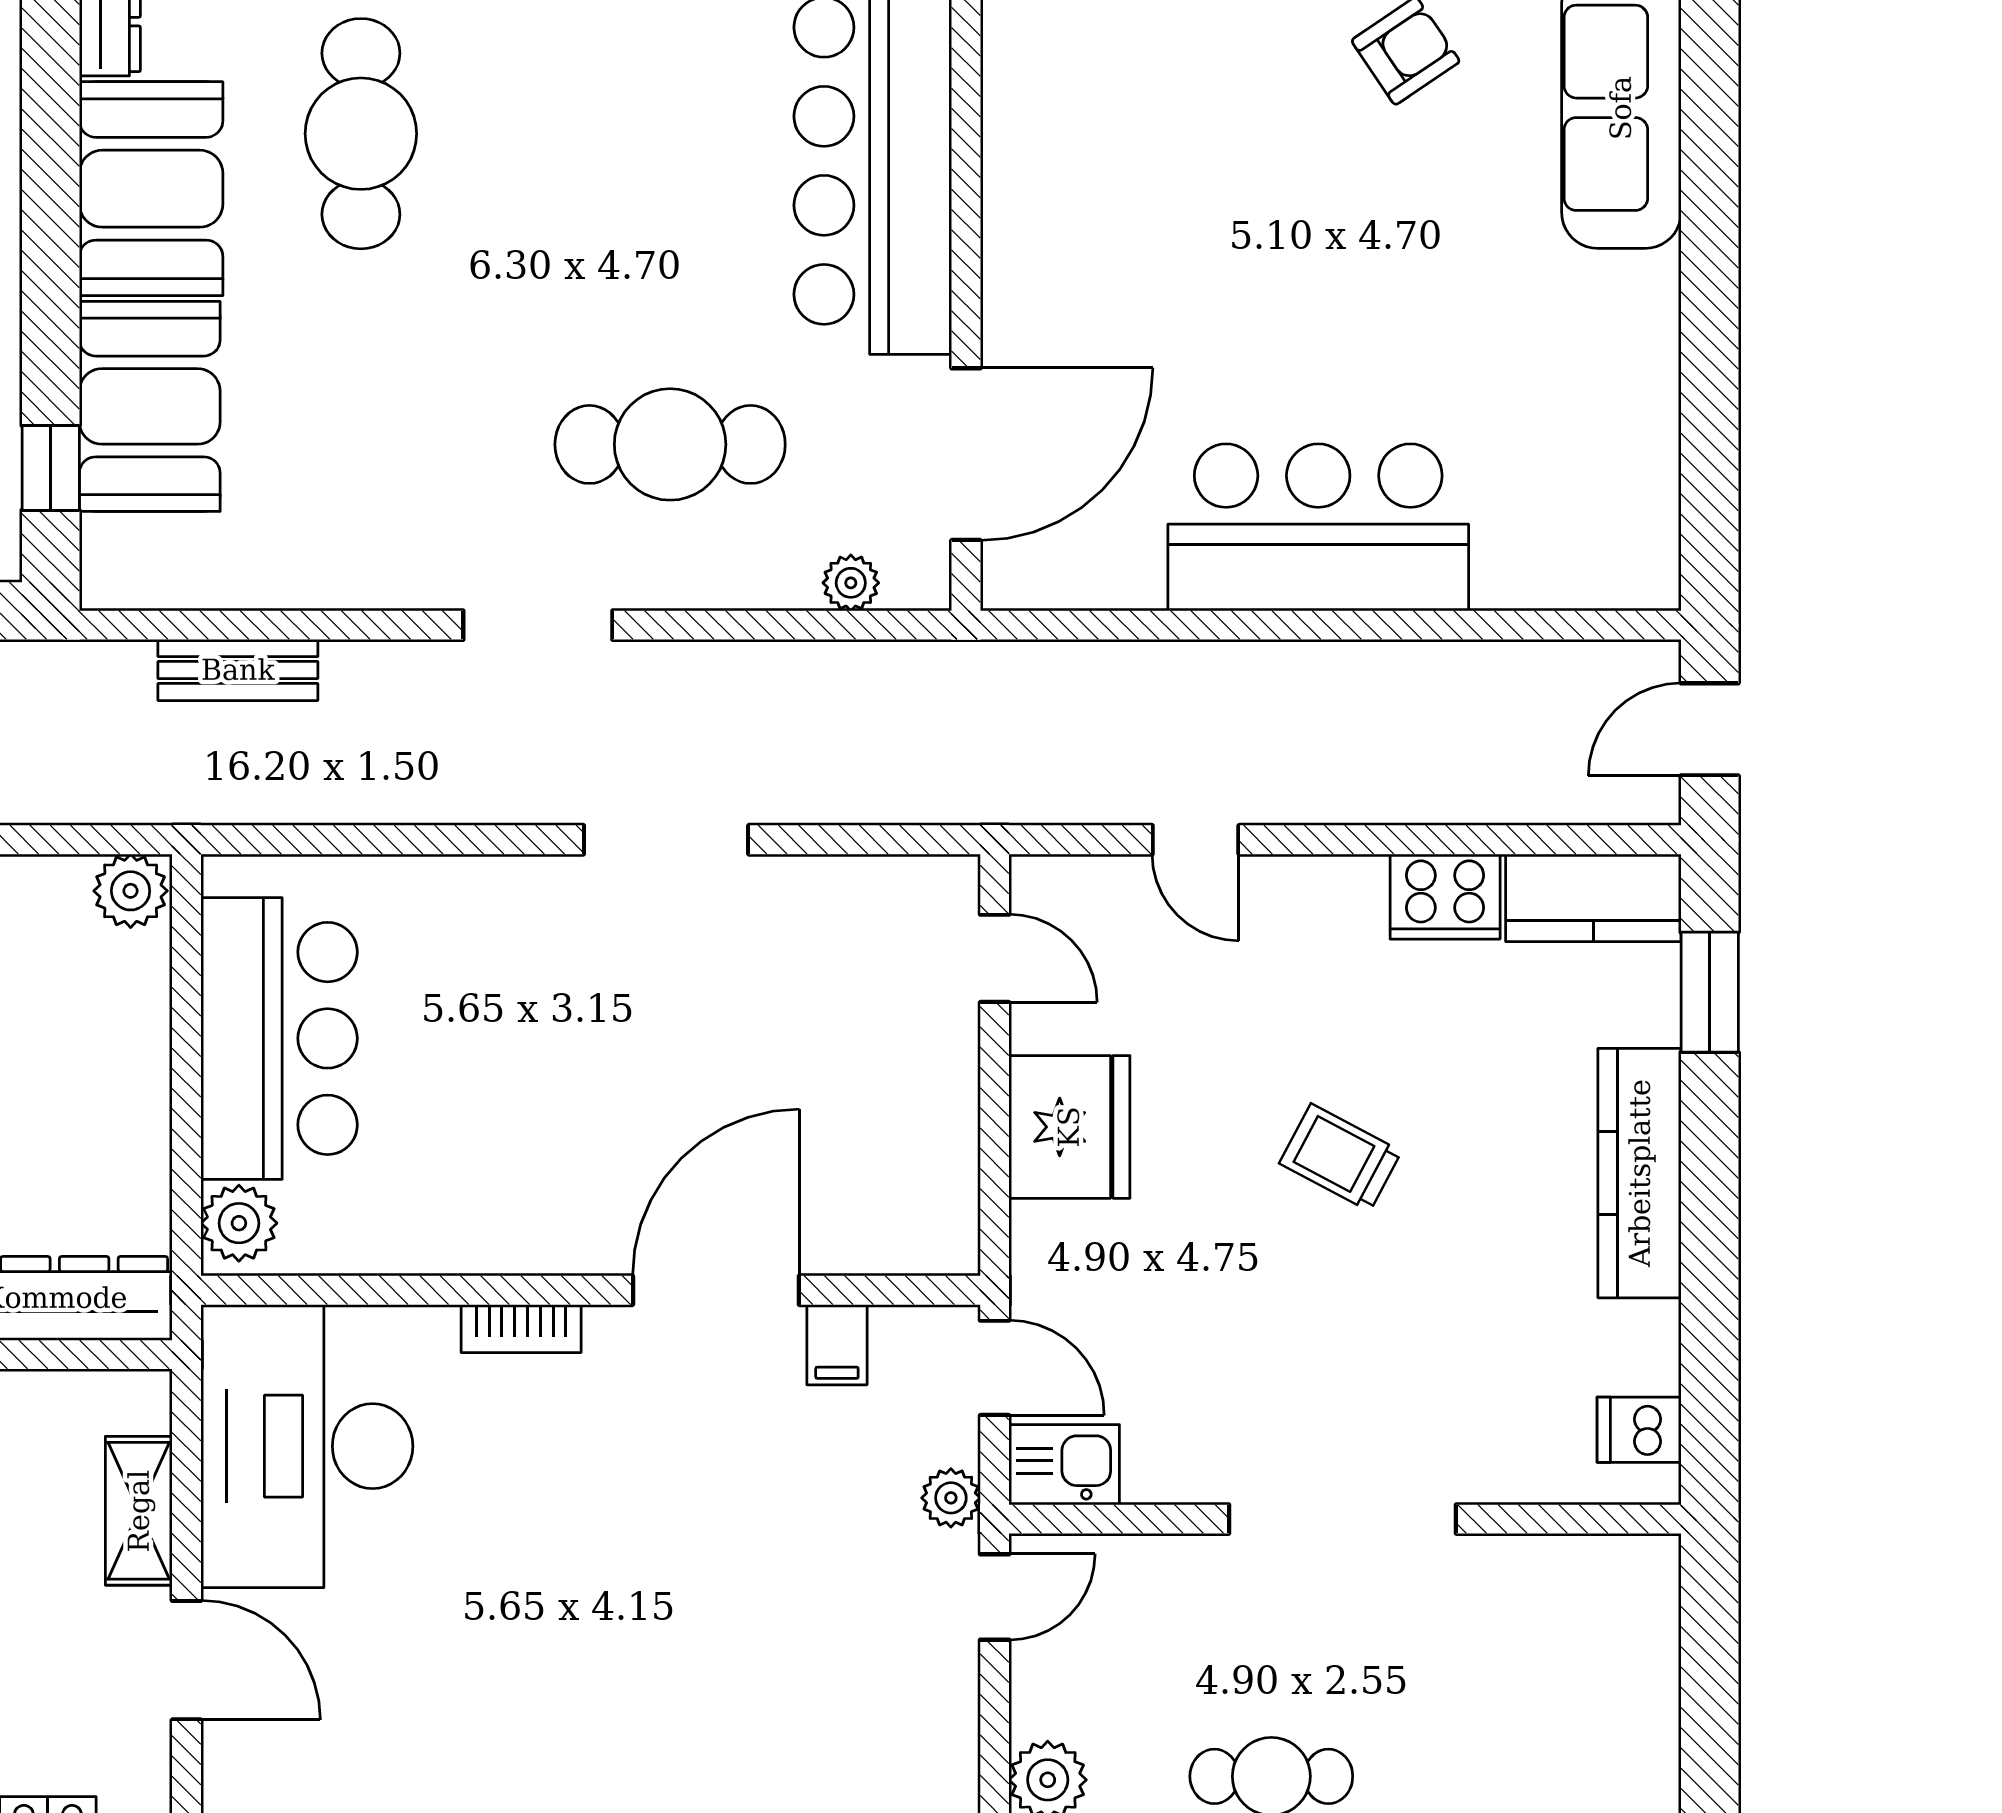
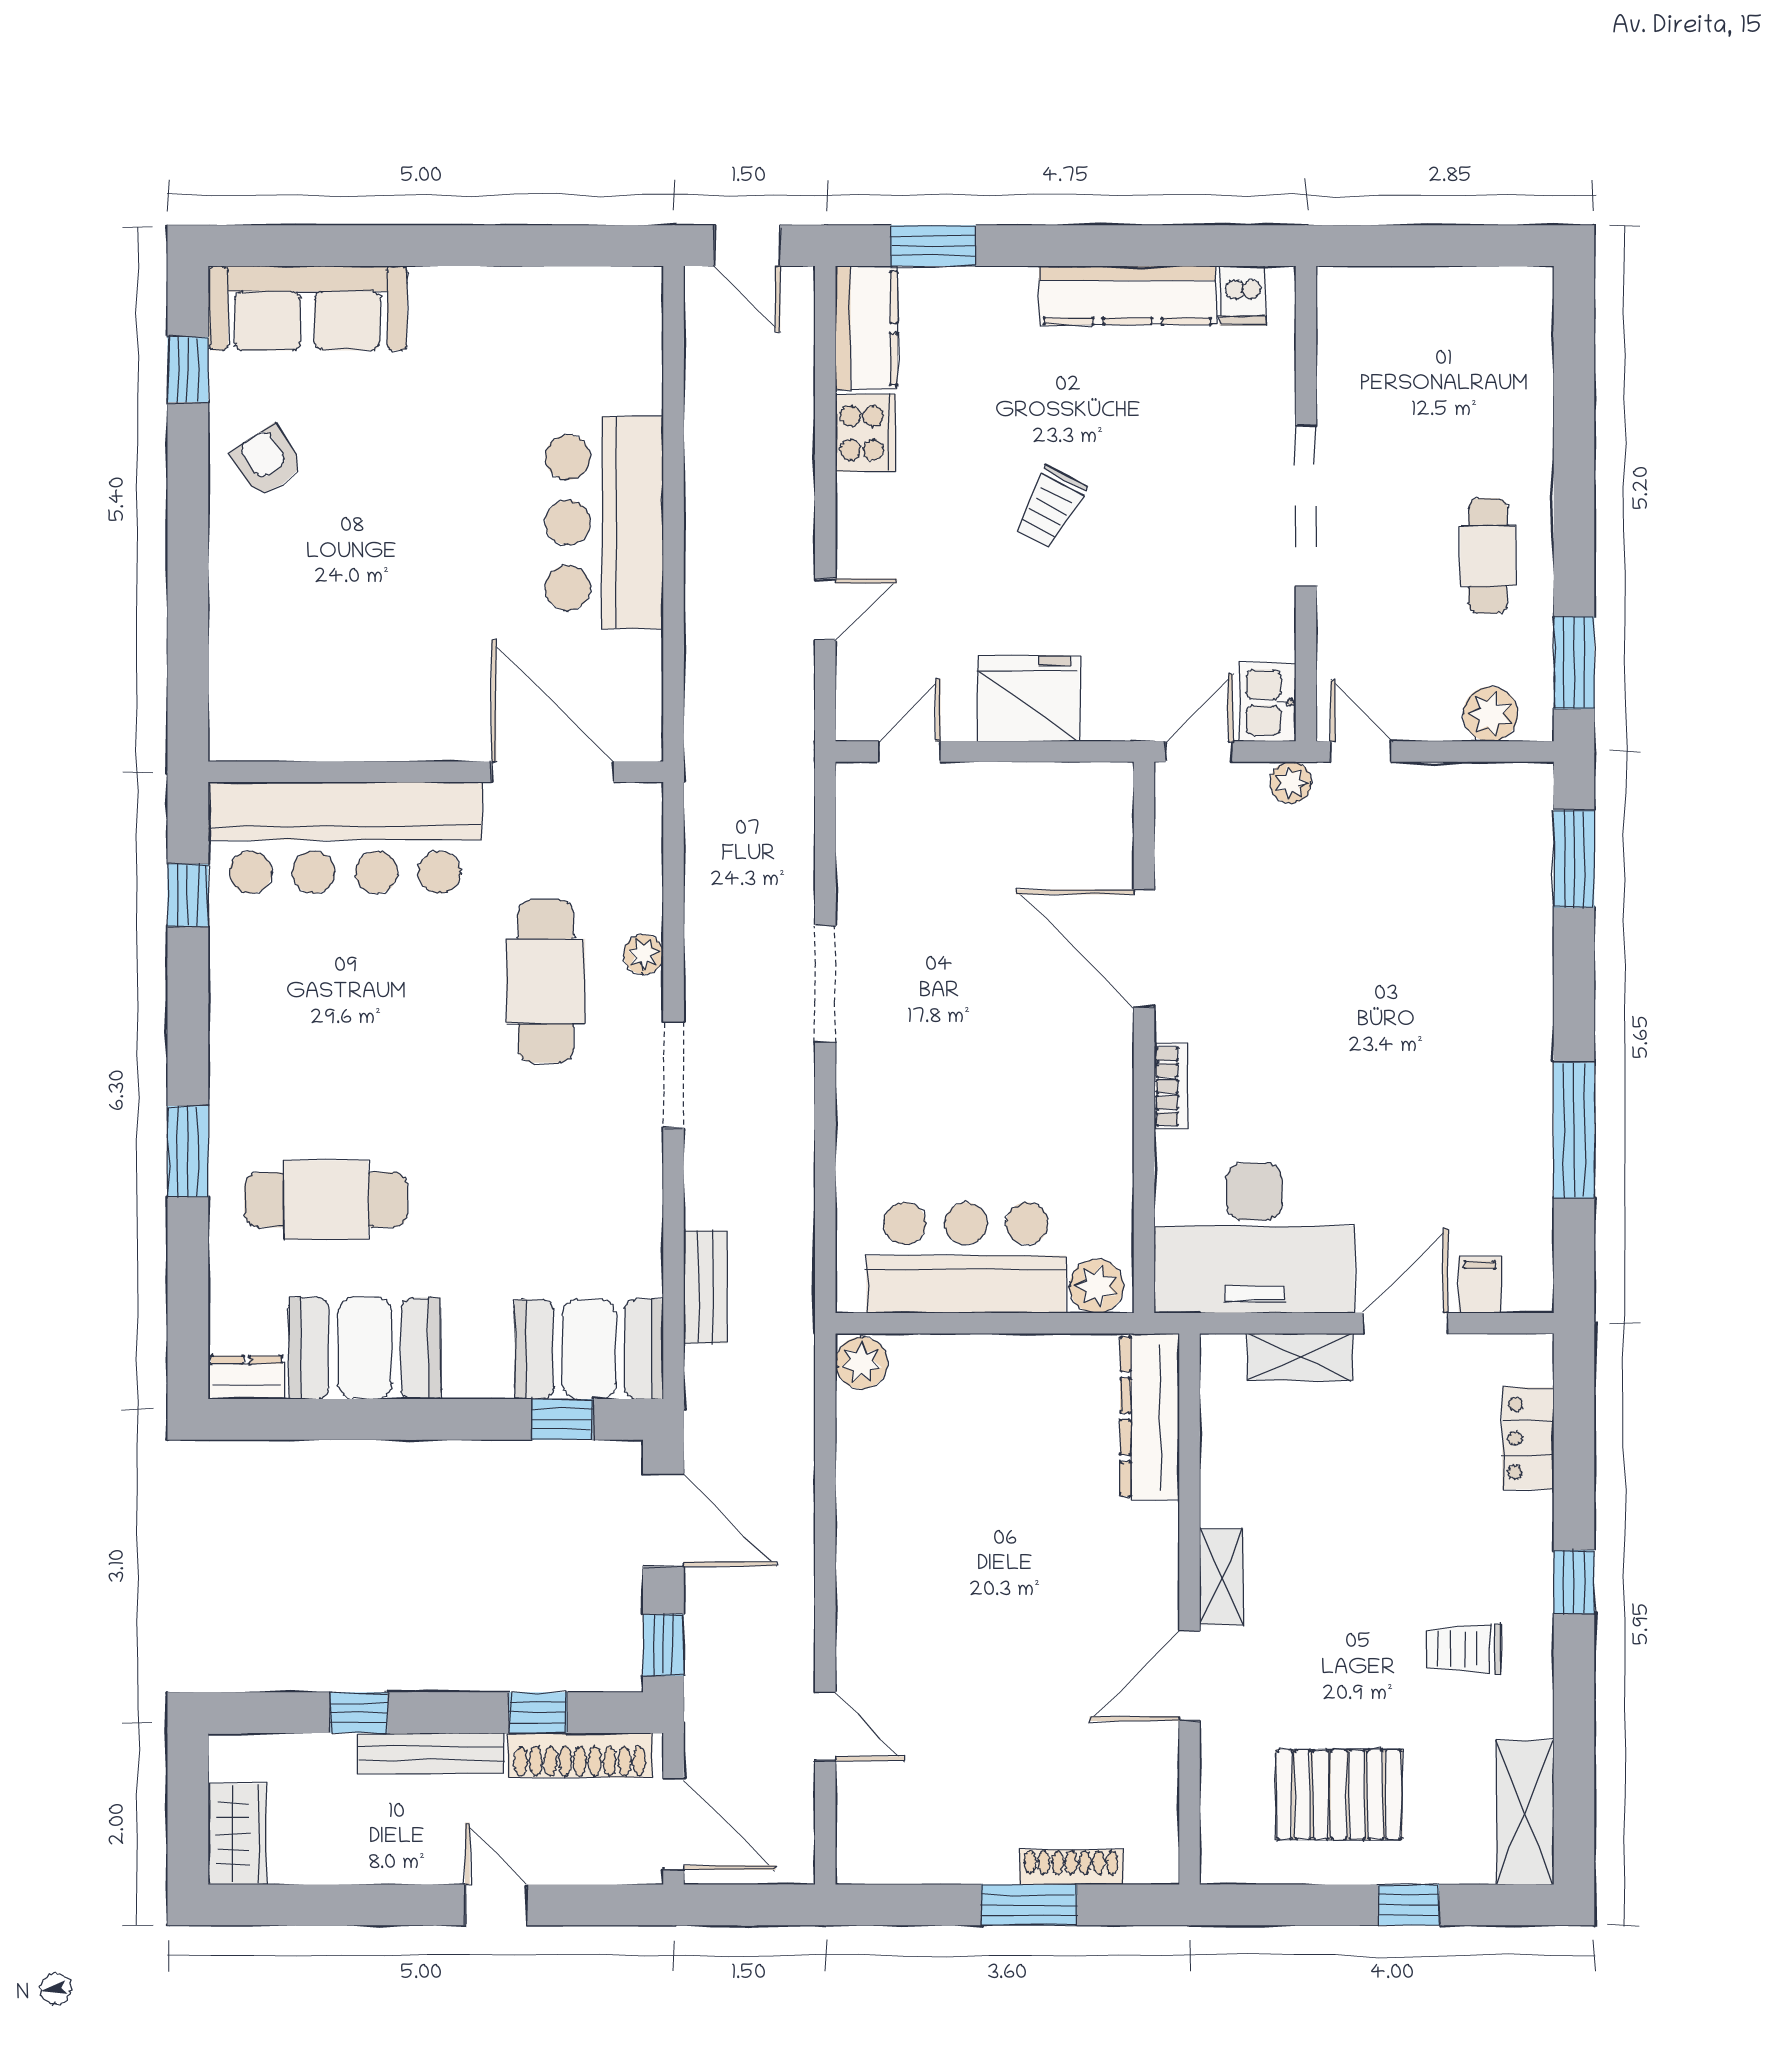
booth: (150, 406) -> (589, 1349), moved
plant: (851, 583) -> (644, 954), moved
kitchen counter: (1640, 1173) -> (1127, 295), moved
filing cabinet: (837, 1345) -> (1480, 1285), moved, turned -90

